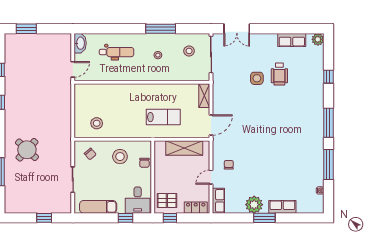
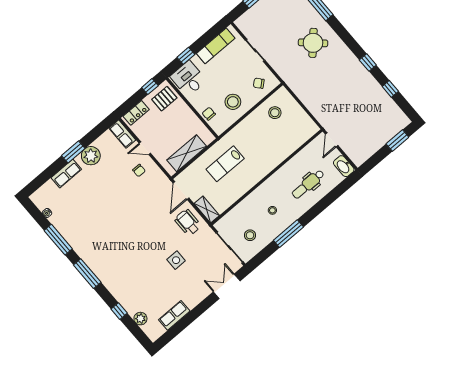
plant: (318, 39) -> (140, 319), moved
wheelchair: (279, 74) -> (188, 222), moved
door: (211, 177) -> (145, 148), swing flipped

